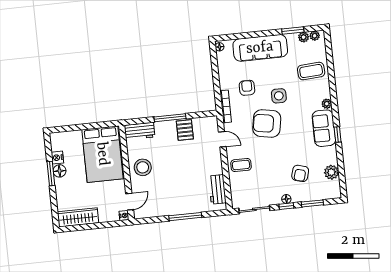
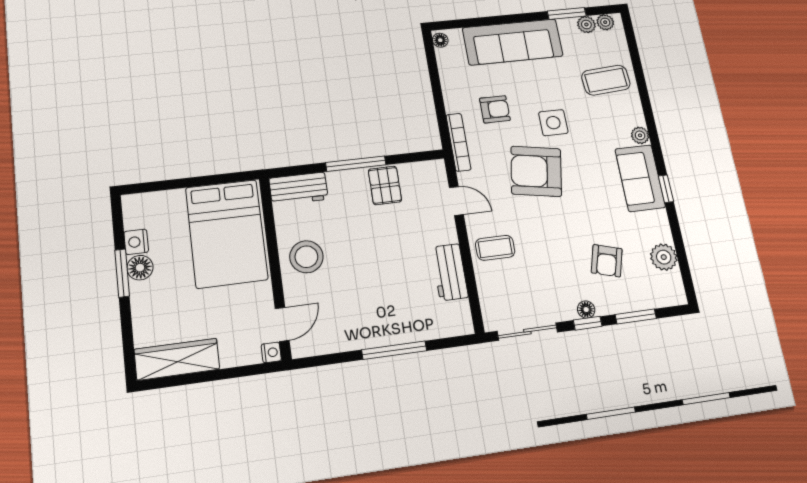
armchair: (247, 88) -> (495, 109), turned 90
workbench: (217, 189) -> (450, 272), moved

